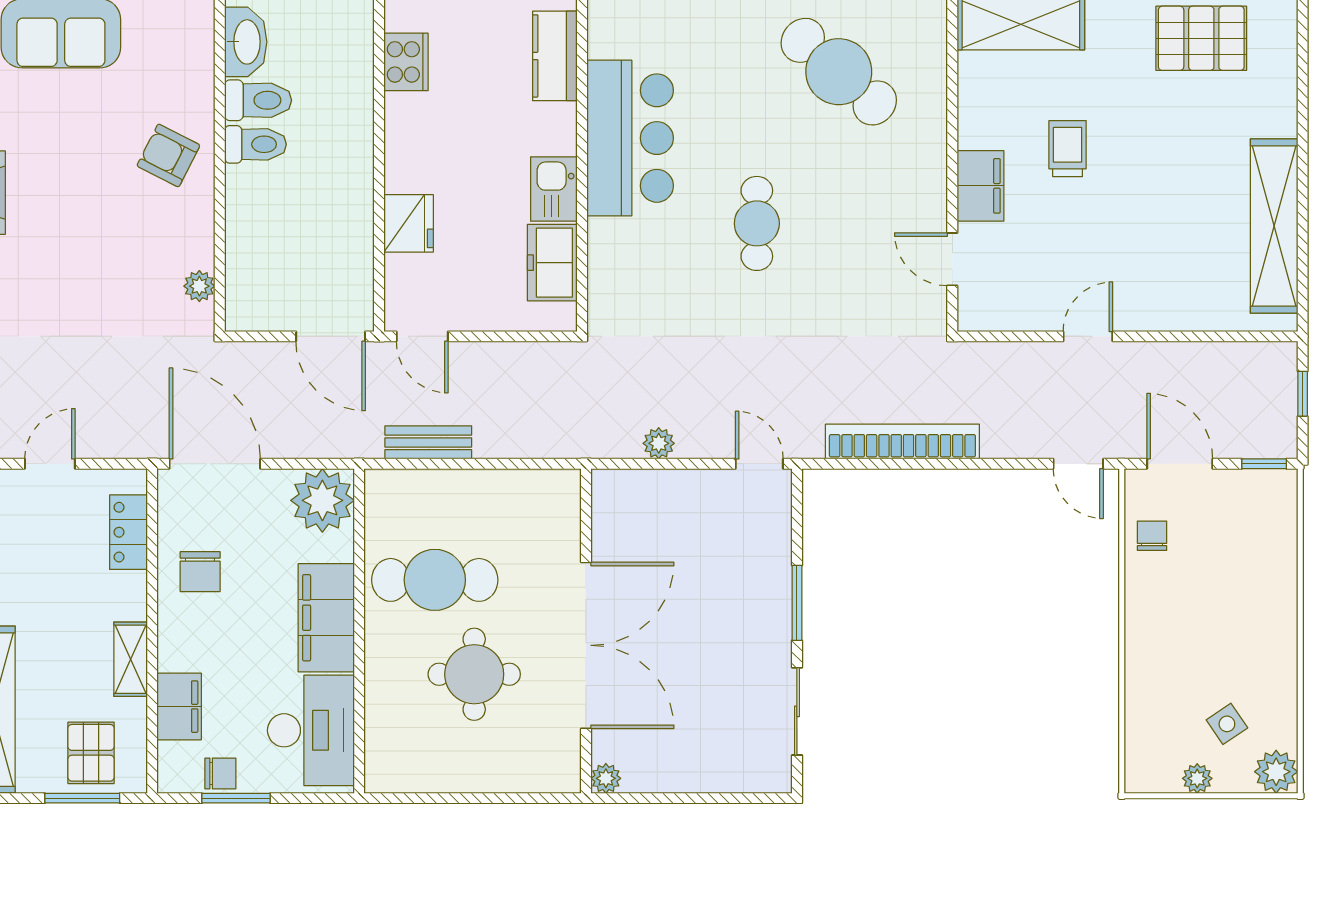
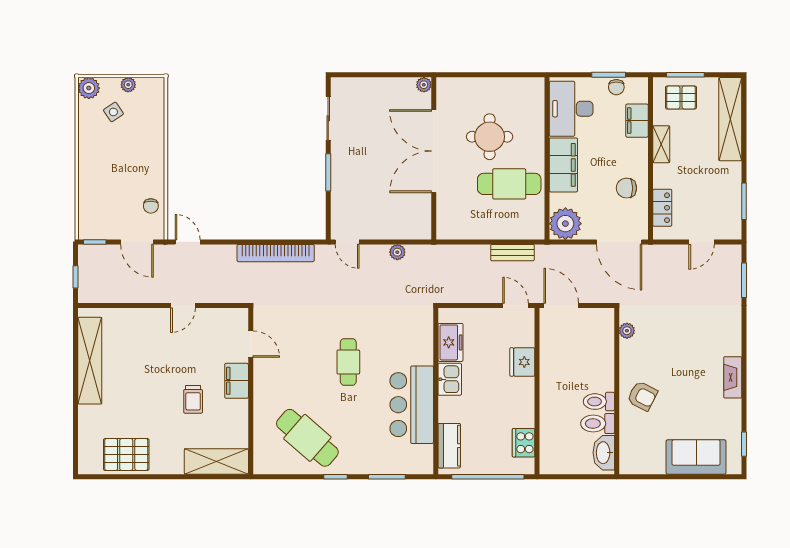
chair: (200, 572) -> (626, 188), turned -90
pallet: (91, 753) -> (681, 97), turned 90
chair: (220, 773) -> (616, 87), turned -90

